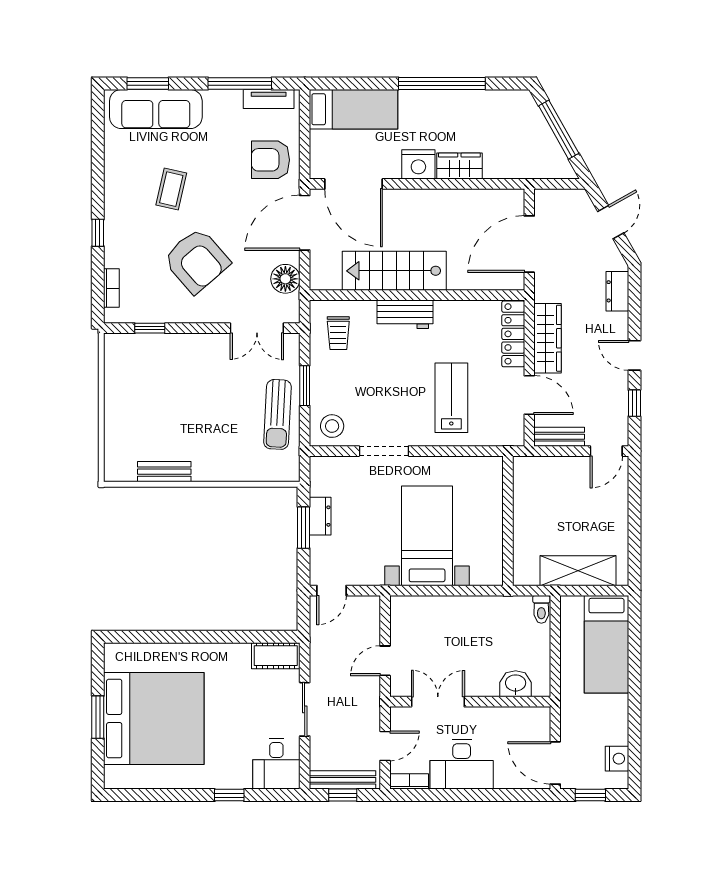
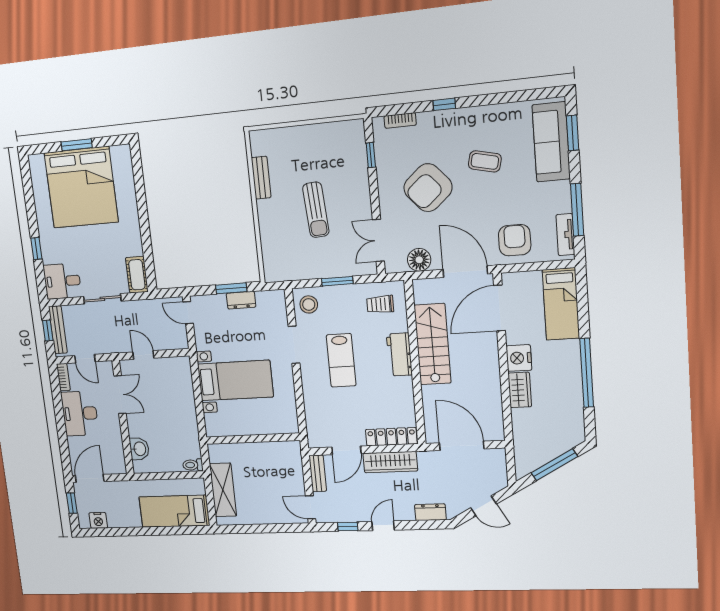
lab bench: (451, 398) -> (341, 360), moved, turned 90
sun lounger: (277, 414) -> (316, 210), moved, turned -97

